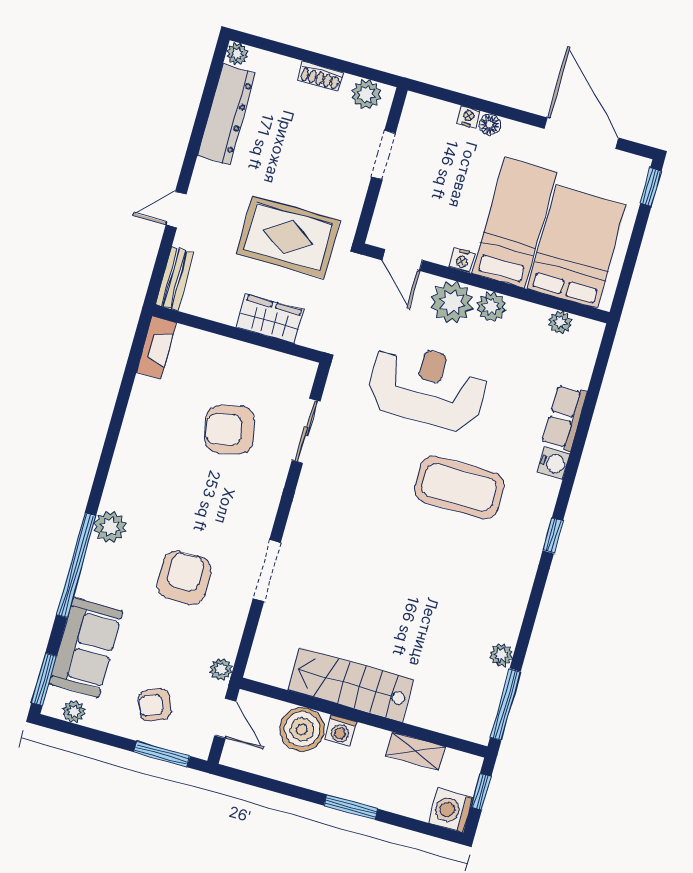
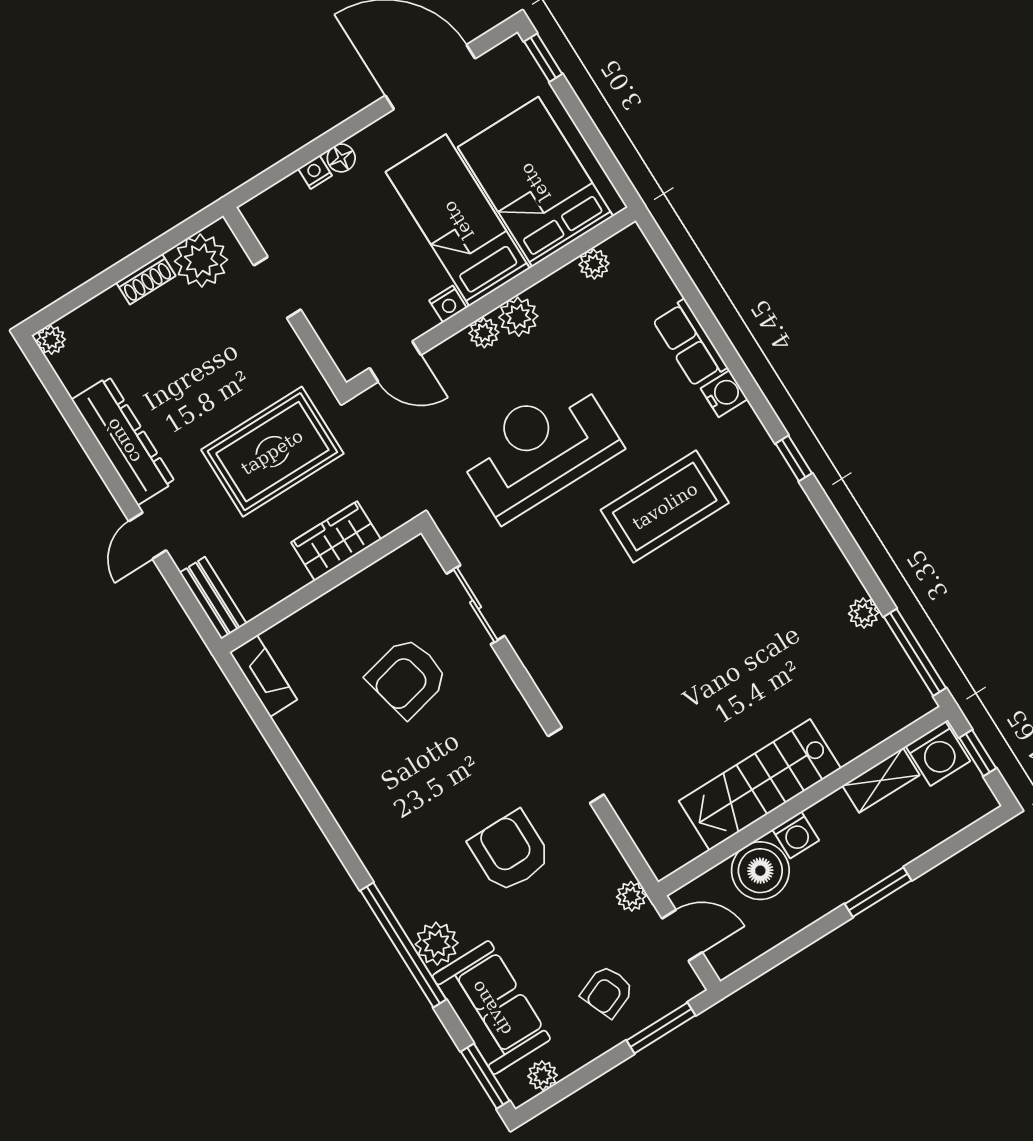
plant: (366, 94) -> (201, 260), width x1.36, depth x1.36
dresser: (226, 114) -> (123, 441), moved
plant: (452, 302) -> (484, 333), width x0.53, depth x0.53
plant: (110, 527) -> (437, 944), moved
washing machine: (451, 811) -> (938, 754), moved, turned -90

